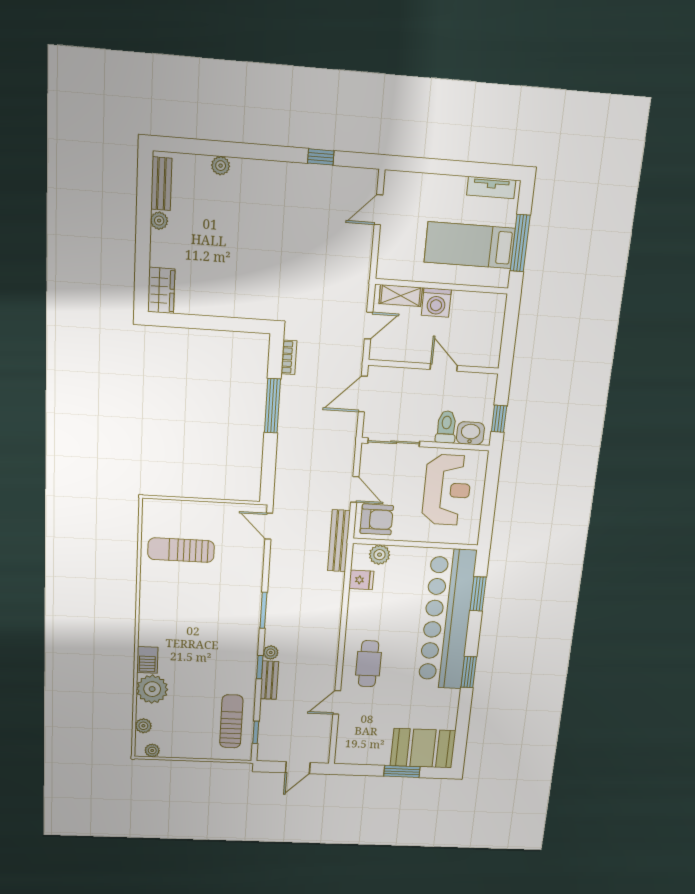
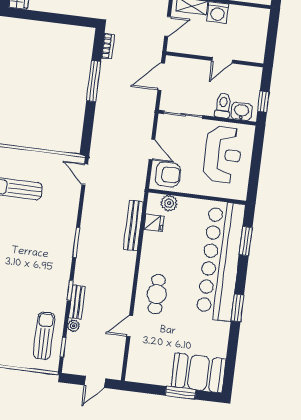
door: (444, 367) -> (222, 60), swing flipped
bench: (339, 541) -> (133, 225), moved
plant: (271, 652) -> (74, 326), moved

